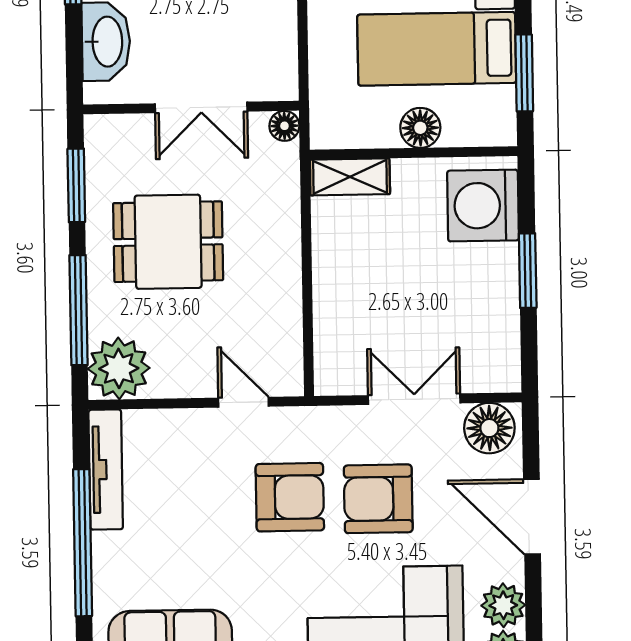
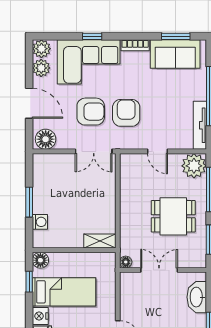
window: (524, 73) -> (29, 282), width x0.67
floor lamp: (420, 128) -> (40, 260), moved
washing machine: (483, 206) -> (40, 222), width x0.53, depth x0.53
double door: (414, 399) -> (94, 151), moved
door: (243, 402) -> (158, 151), moved
armchair: (290, 497) -> (126, 113), turned 90

